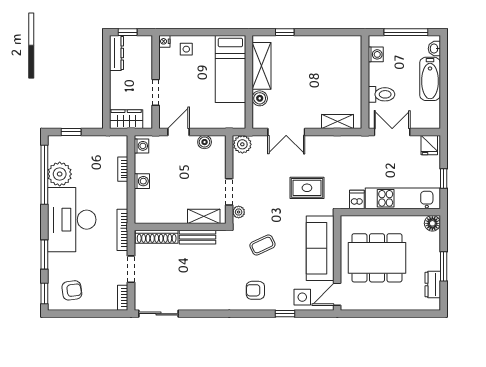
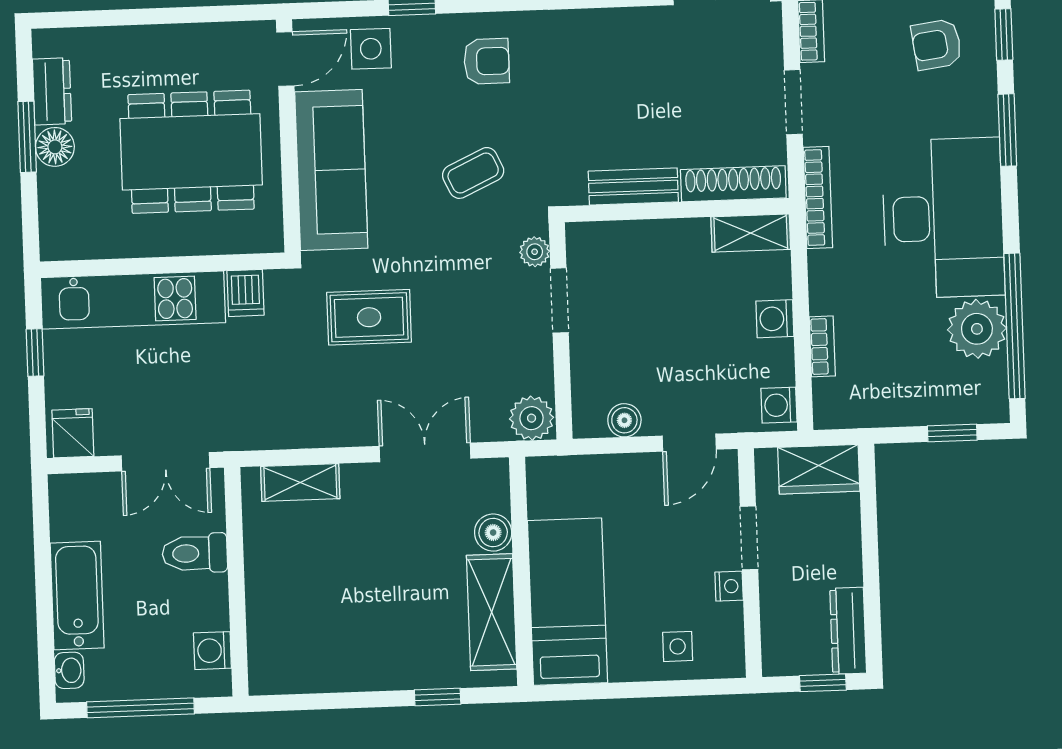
nightstand: (164, 41) -> (729, 586), moved
shelving: (204, 216) -> (751, 233), moved
floor lamp: (432, 223) -> (55, 147), moved

